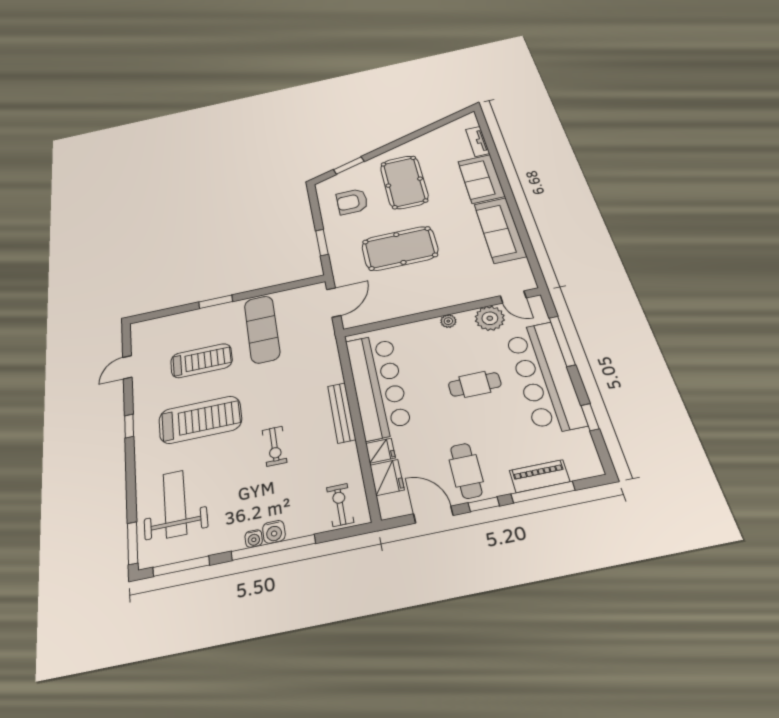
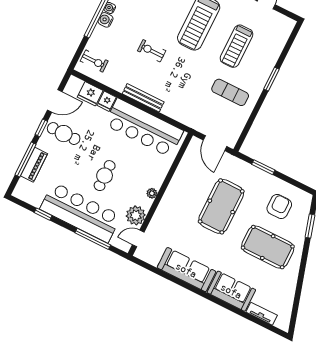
exercise mat: (262, 329) -> (230, 92), width x0.73, depth x0.69

